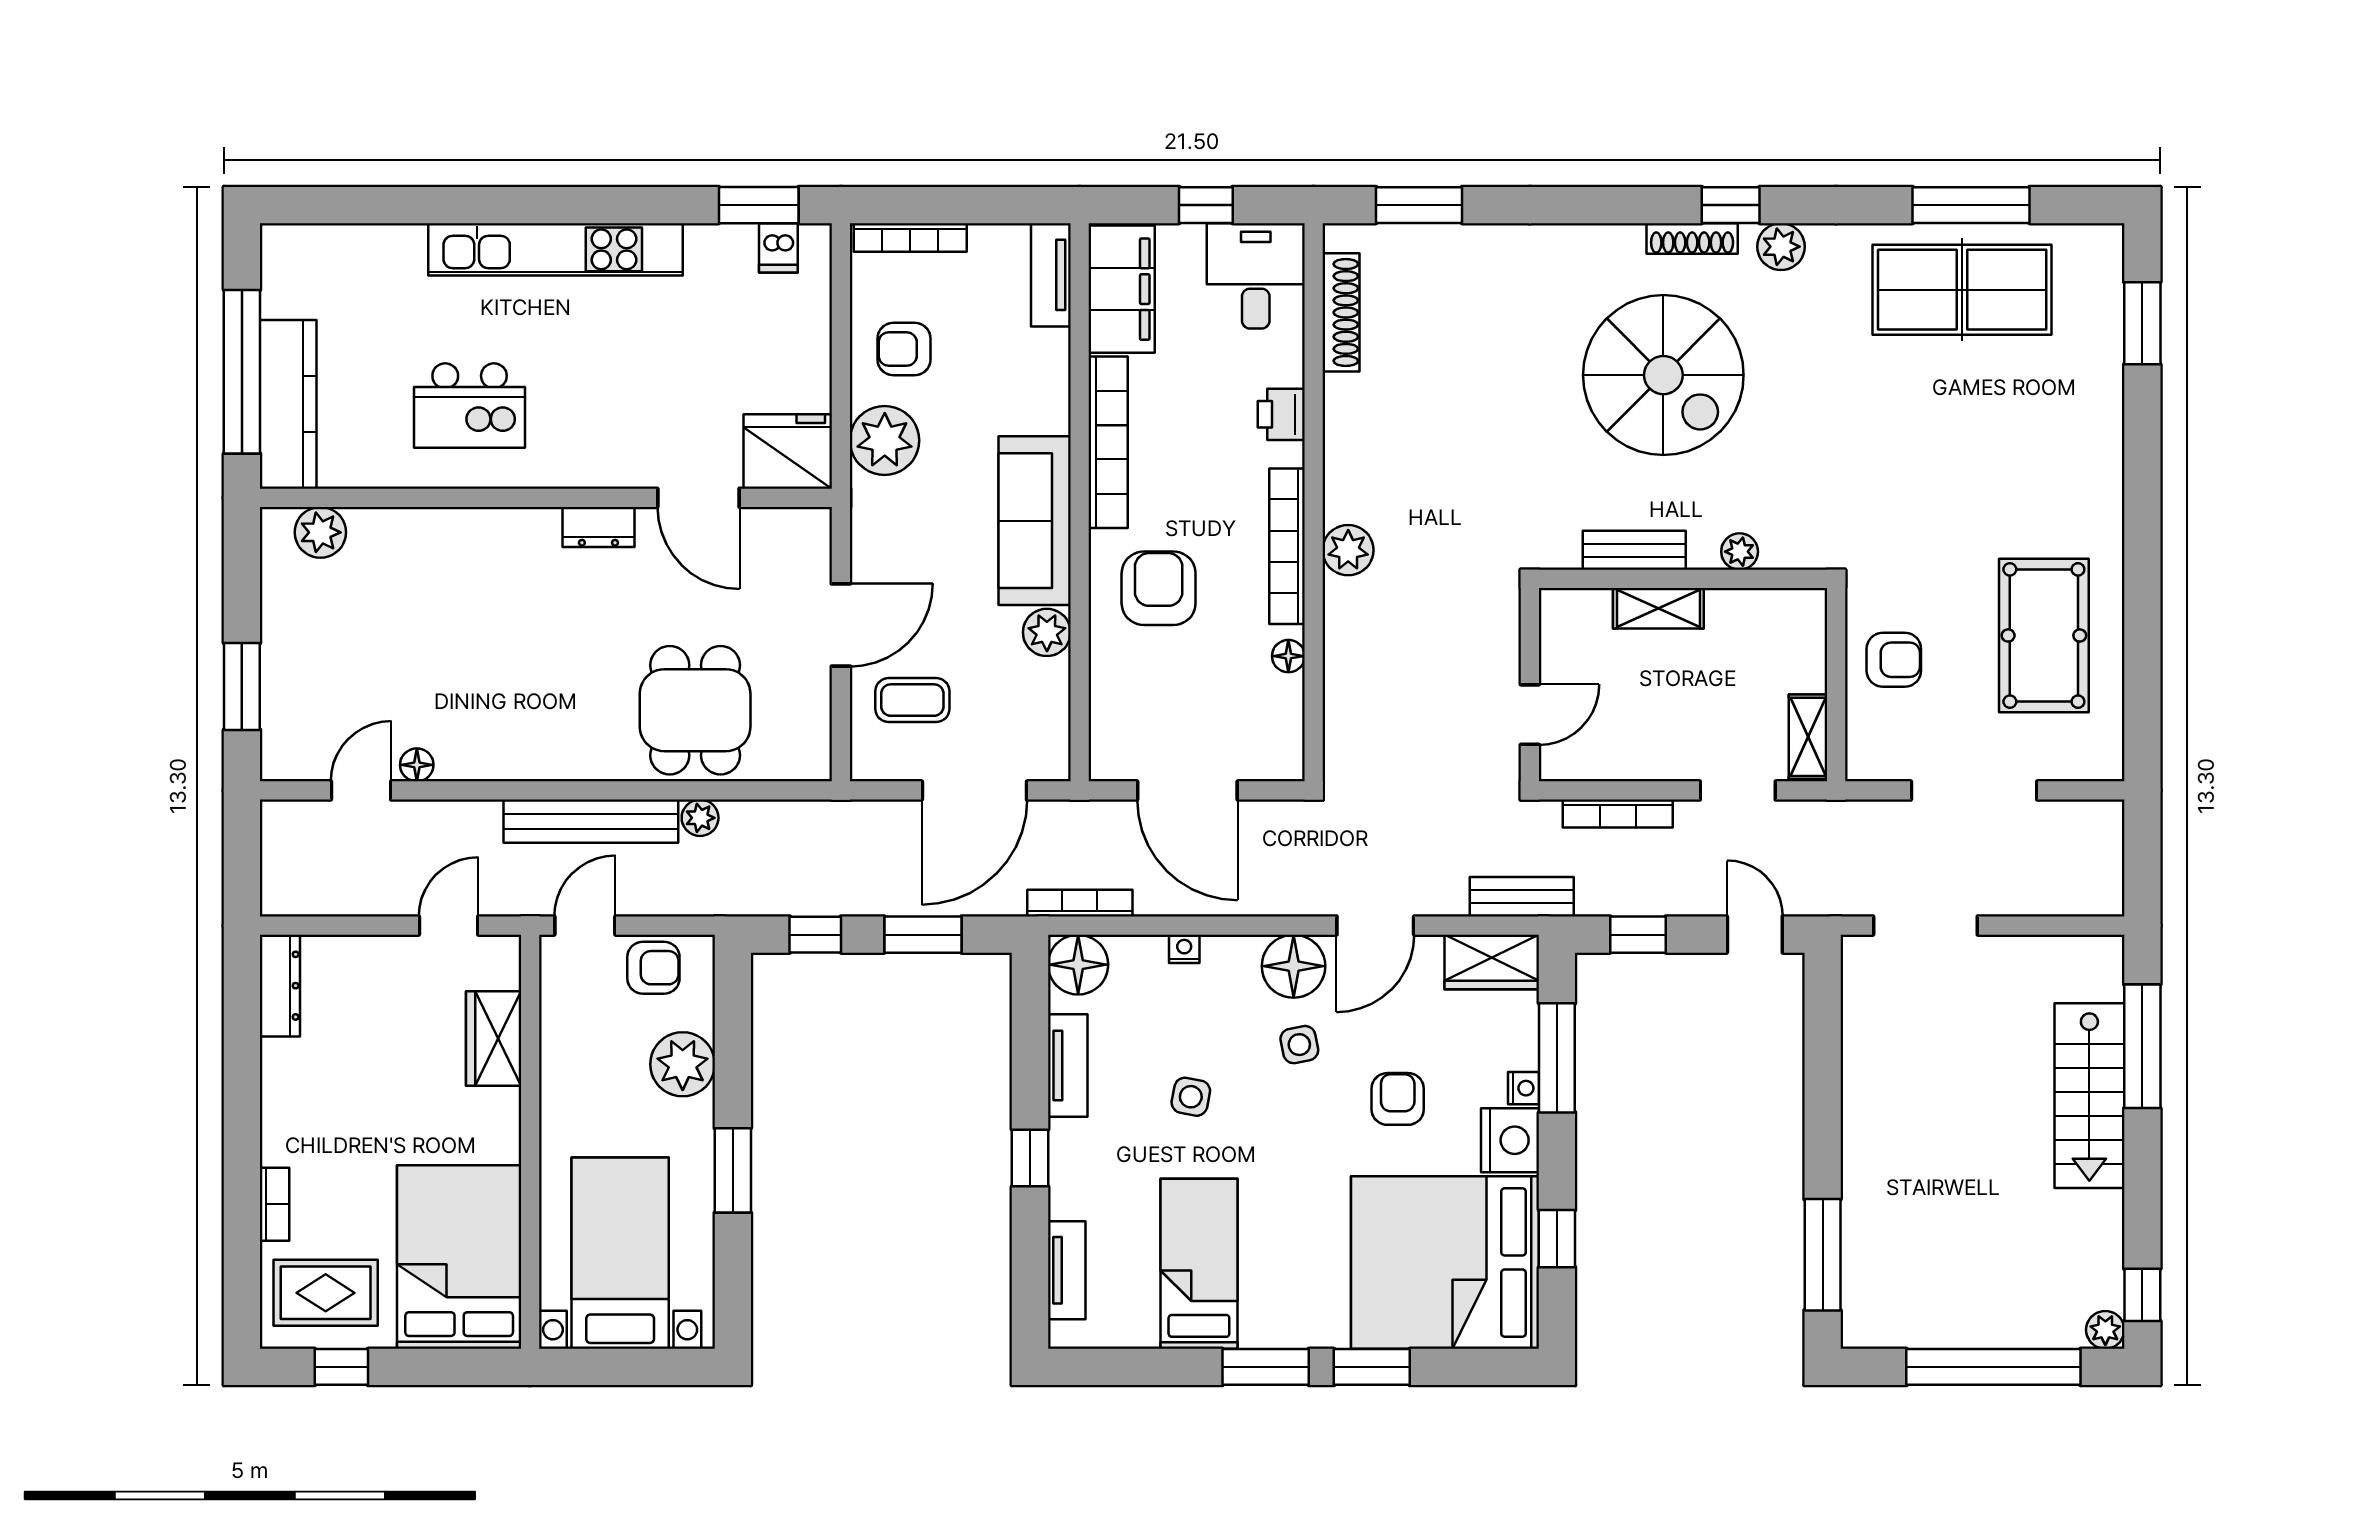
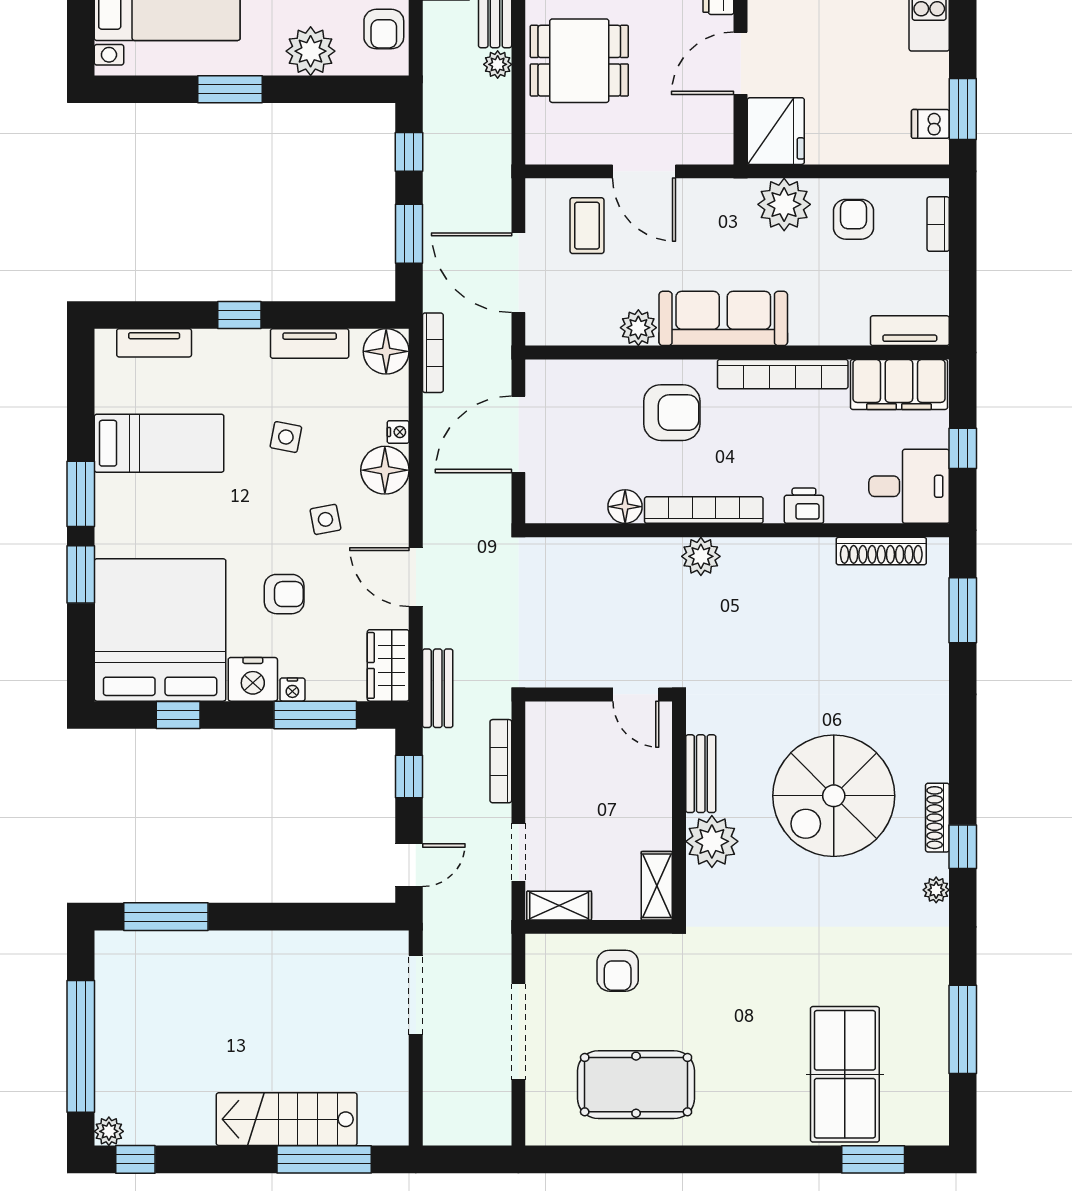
bookcase: (910, 237) -> (938, 224), width x0.64
plant: (1781, 247) -> (936, 890), width x0.73, depth x0.73
table tennis table: (1962, 290) -> (845, 1074), moved
plant: (1740, 552) -> (712, 841), width x1.87, depth x1.87
shelving: (1658, 608) -> (657, 886), moved
floor lamp: (1288, 656) -> (625, 507), width x1.37, depth x1.37
door: (1530, 715) -> (636, 694), moved
floor lamp: (1294, 966) -> (385, 470), moved

